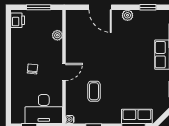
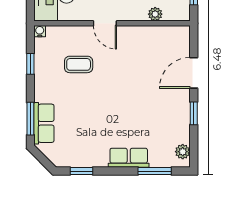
window: (148, 7) -> (194, 113), moved
plant: (128, 15) -> (183, 152), moved

